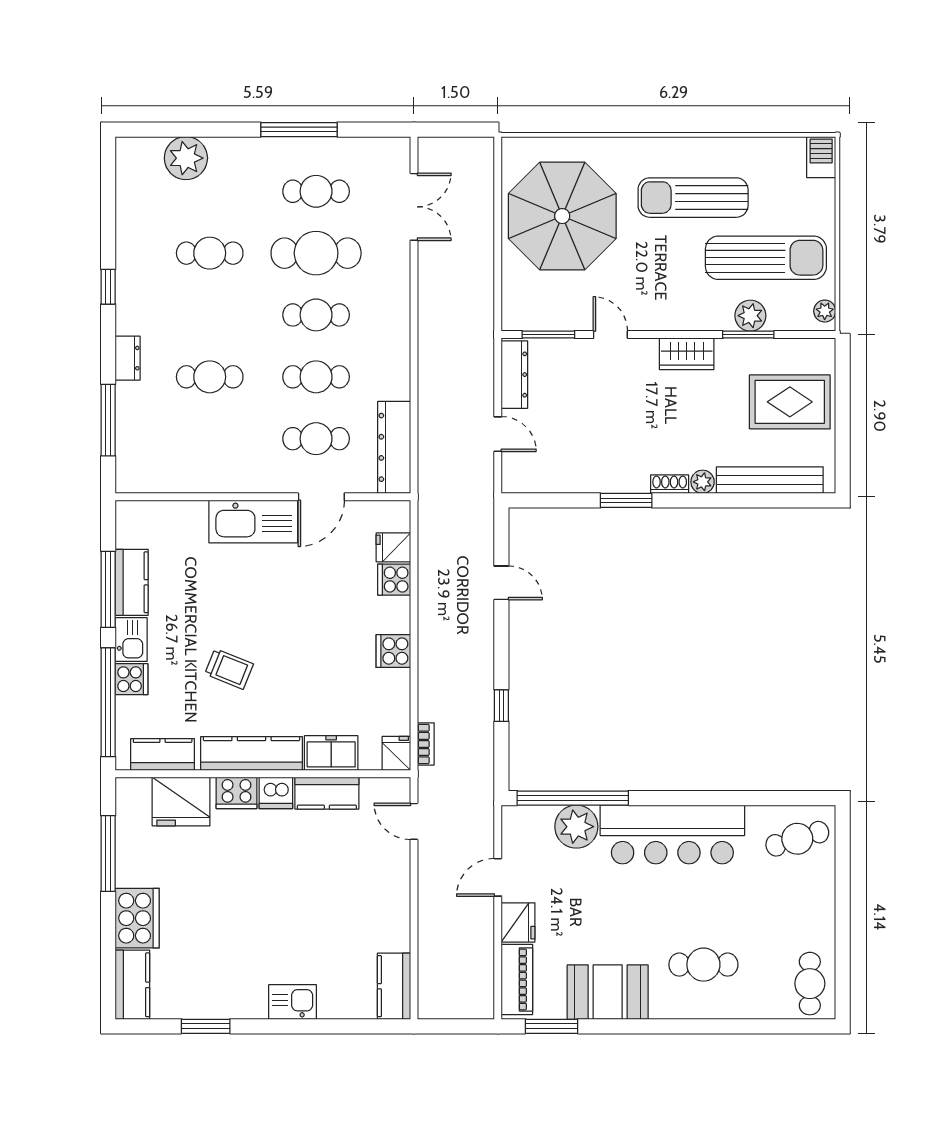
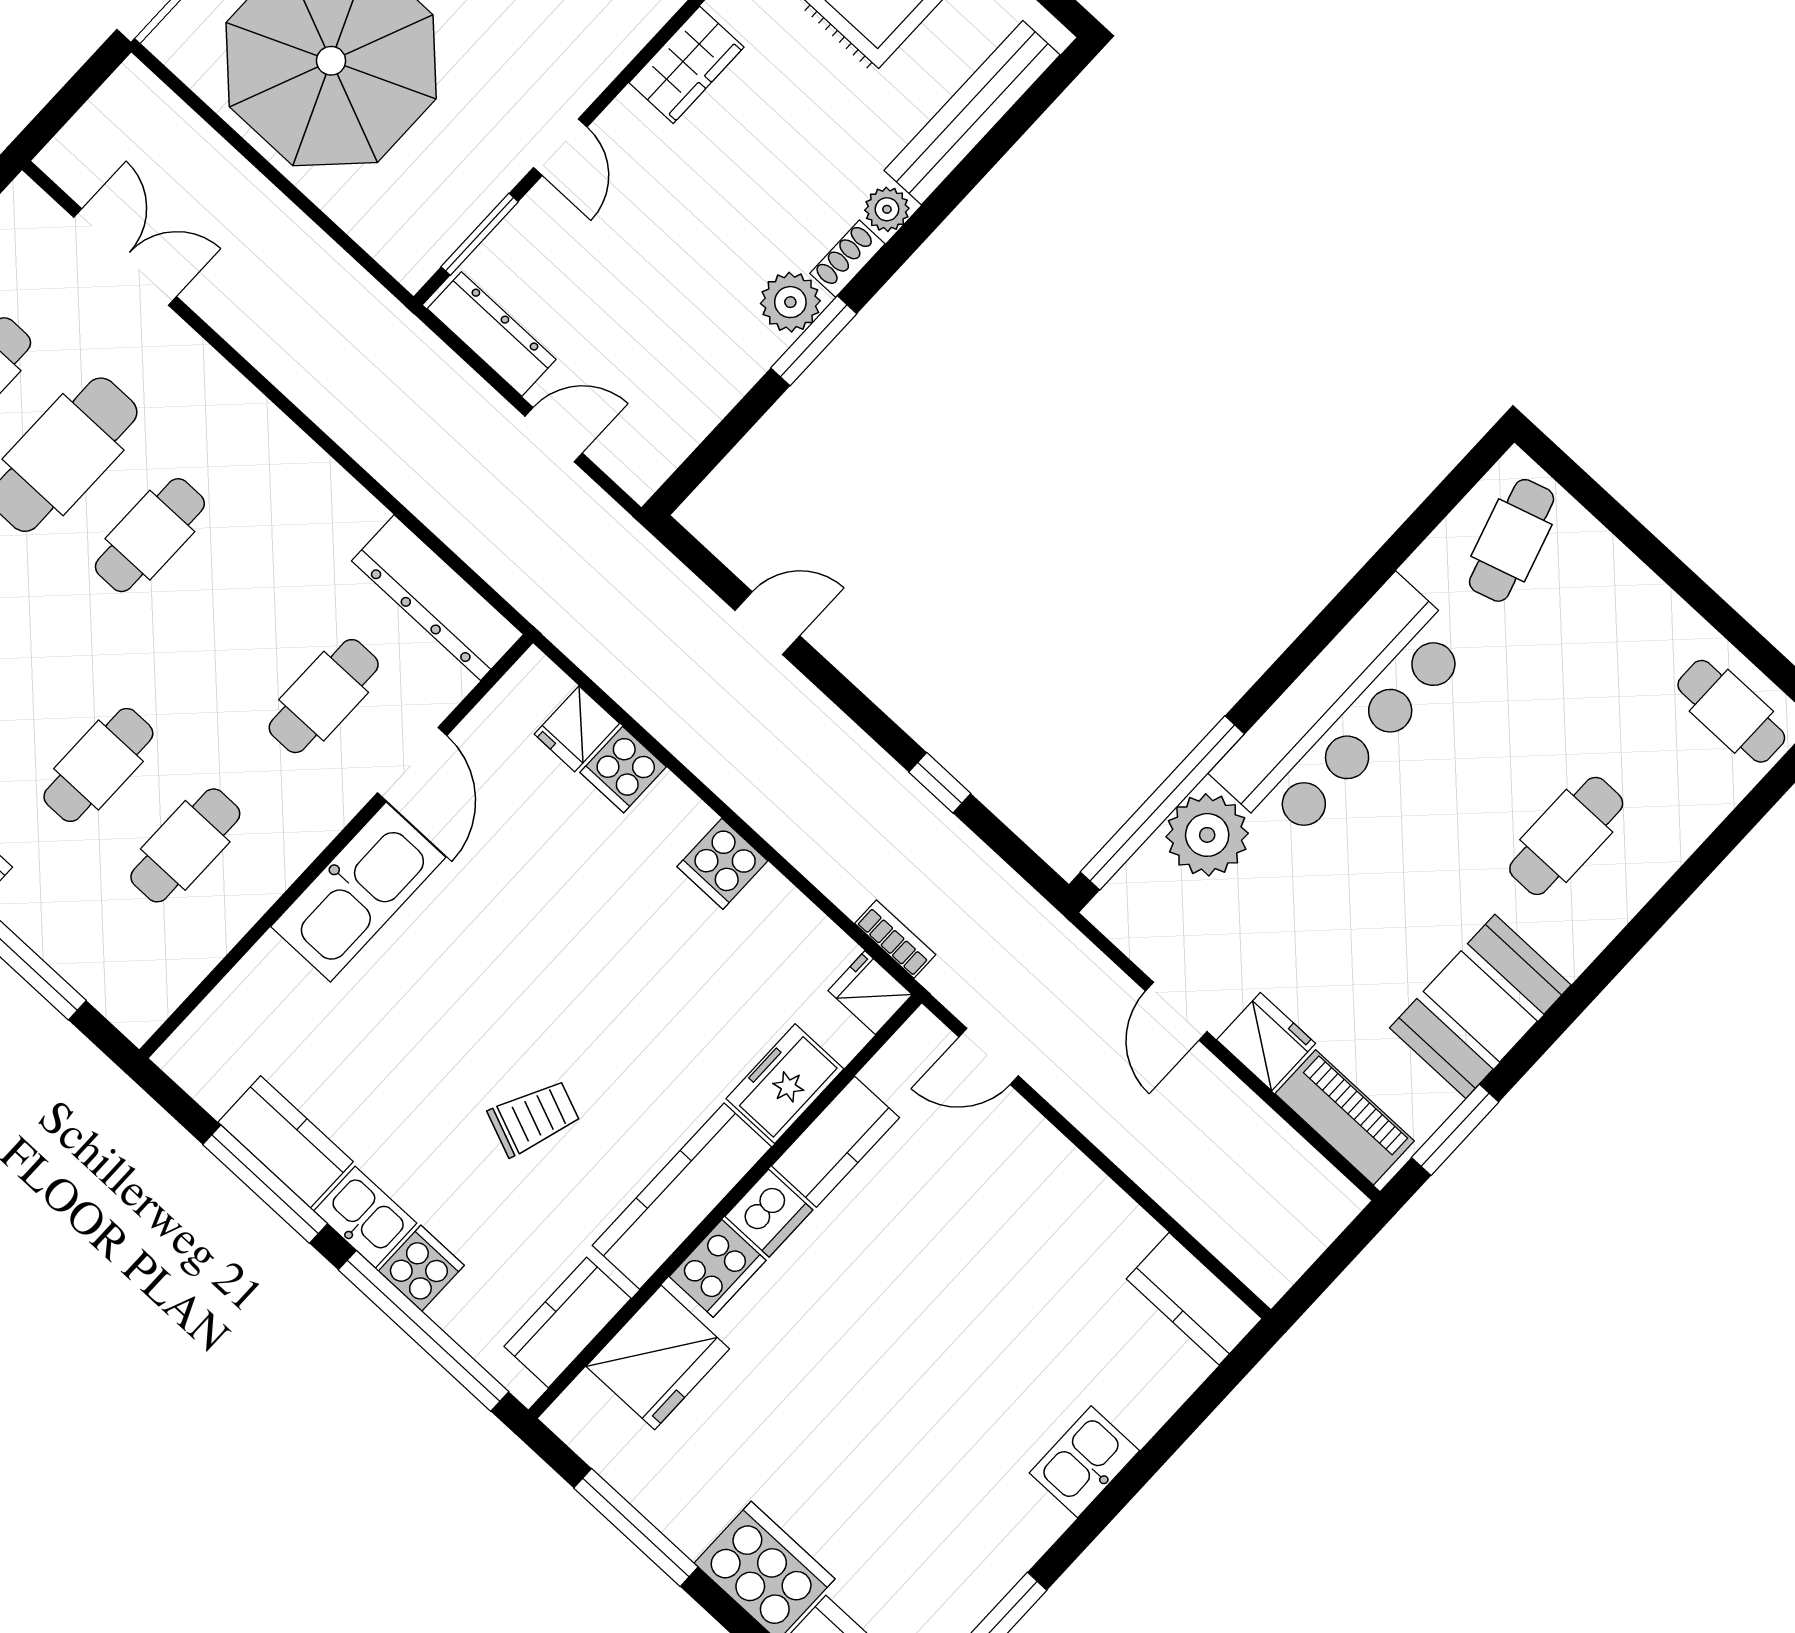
door: (610, 335) -> (560, 147), swing flipped
cafe table: (316, 377) -> (185, 845), moved
plant: (633, 478) -> (790, 302), added

